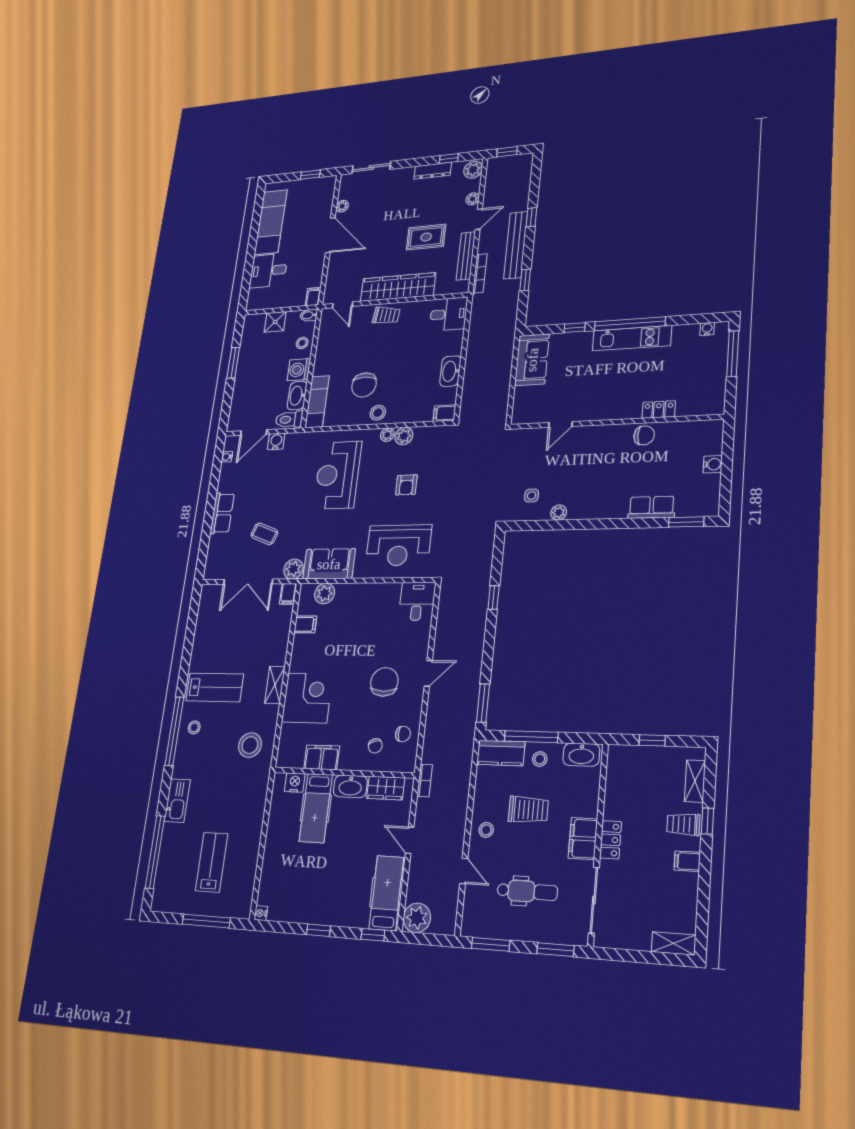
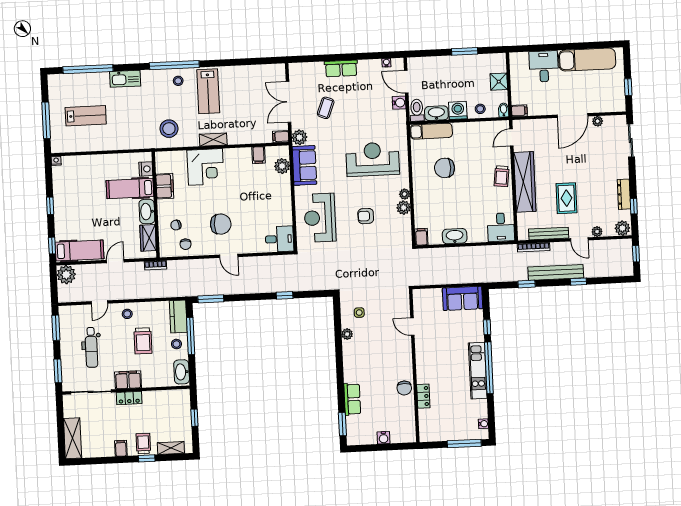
stool: (378, 413) -> (422, 183), removed
shelving: (674, 943) -> (73, 438), width x1.50, depth x1.33

